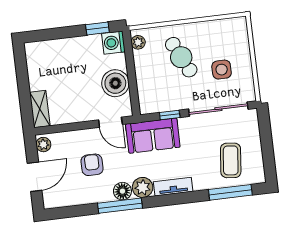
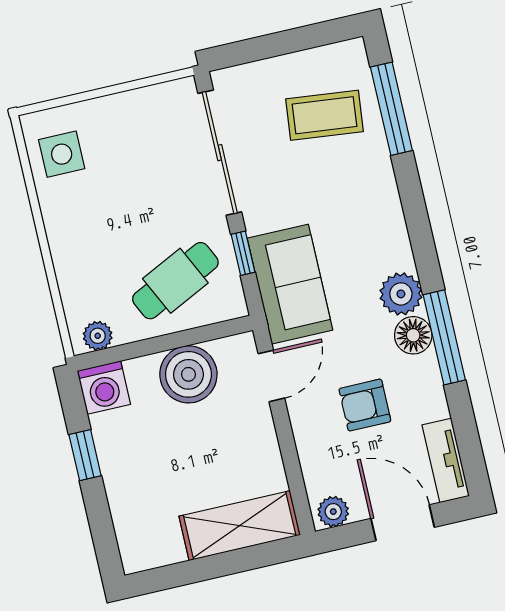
window: (97, 29) -> (85, 455), moved
cafe table: (181, 57) -> (175, 281), moved
side table: (222, 70) -> (62, 154), moved
shelving: (40, 109) -> (240, 526), width x1.50, depth x1.33
tv unit: (173, 187) -> (446, 461), moved

